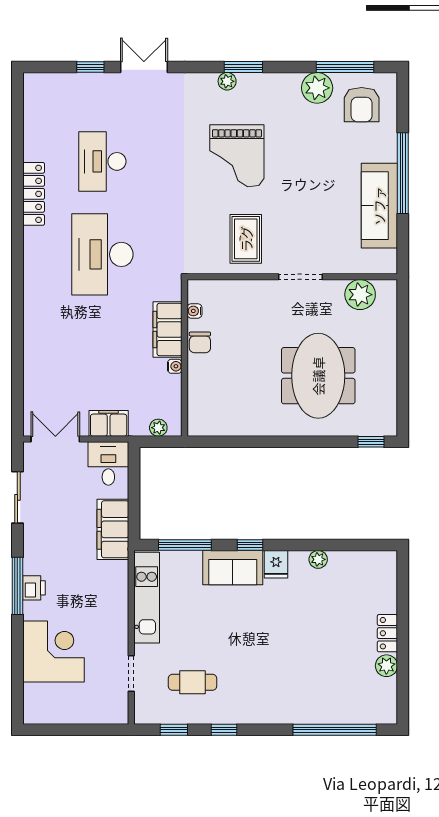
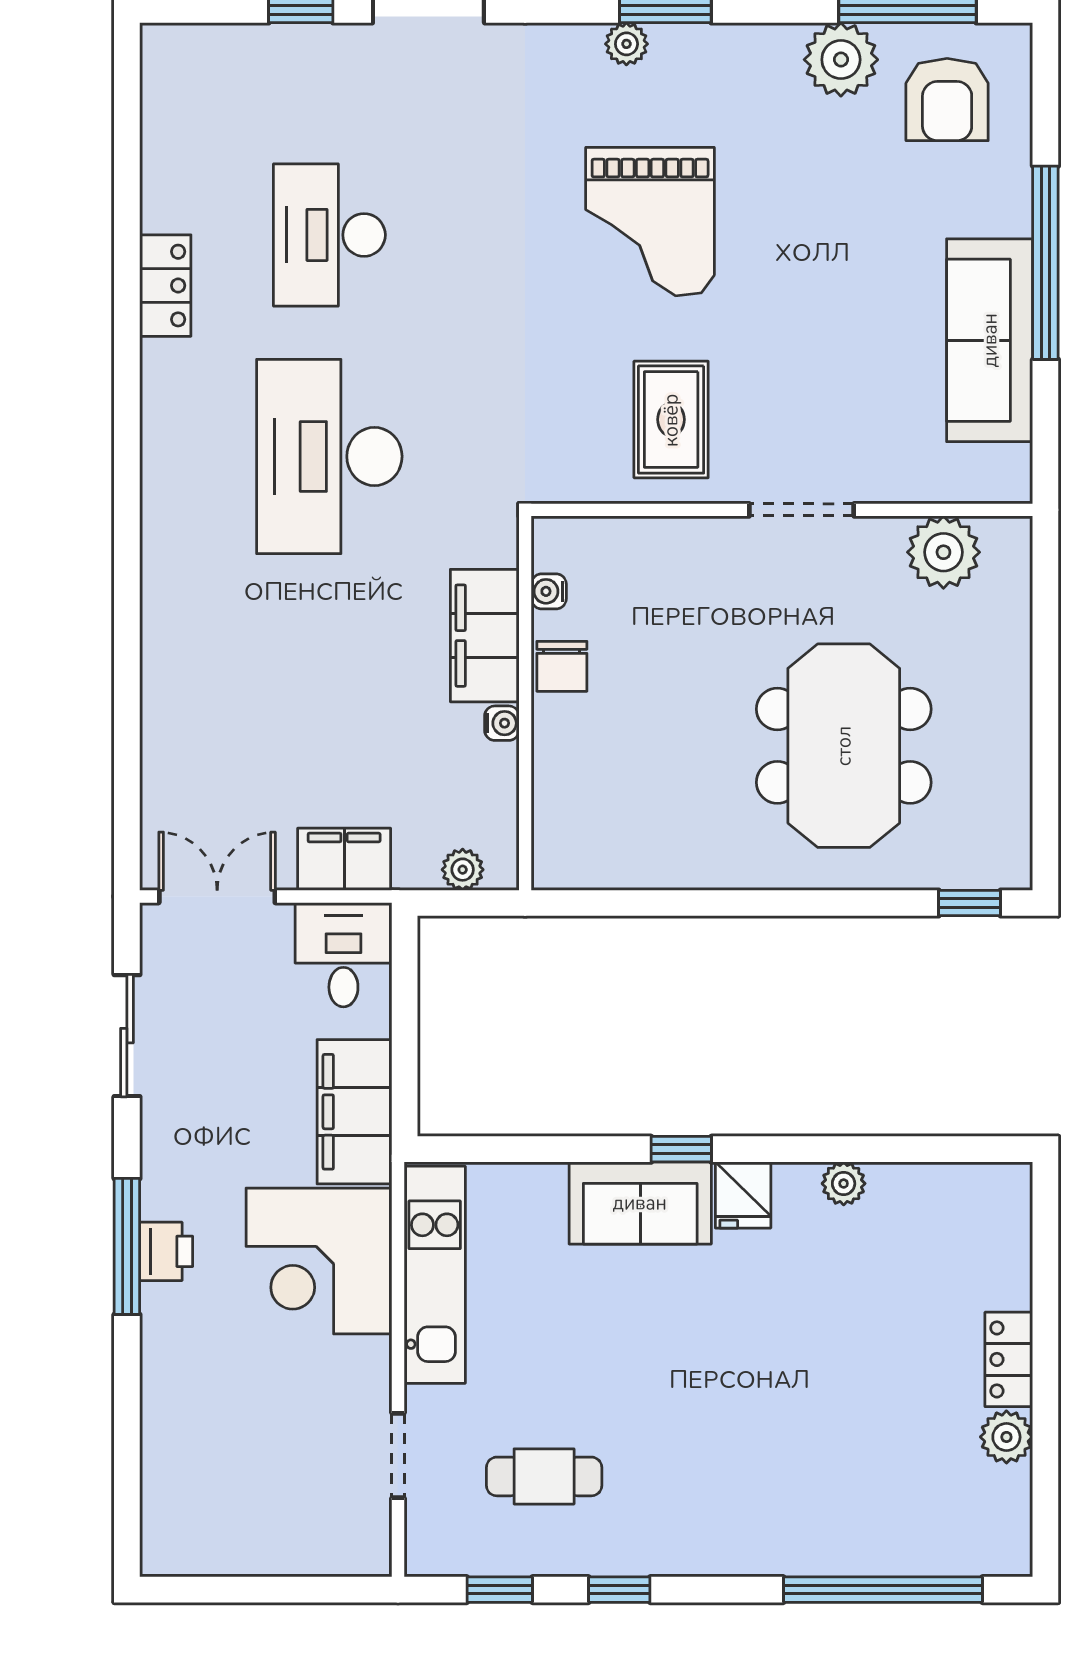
locker: (34, 194) -> (165, 286), width x0.66
window: (185, 545) -> (526, 1149), removed
corner desk: (53, 651) -> (319, 1261), moved, turned 180

